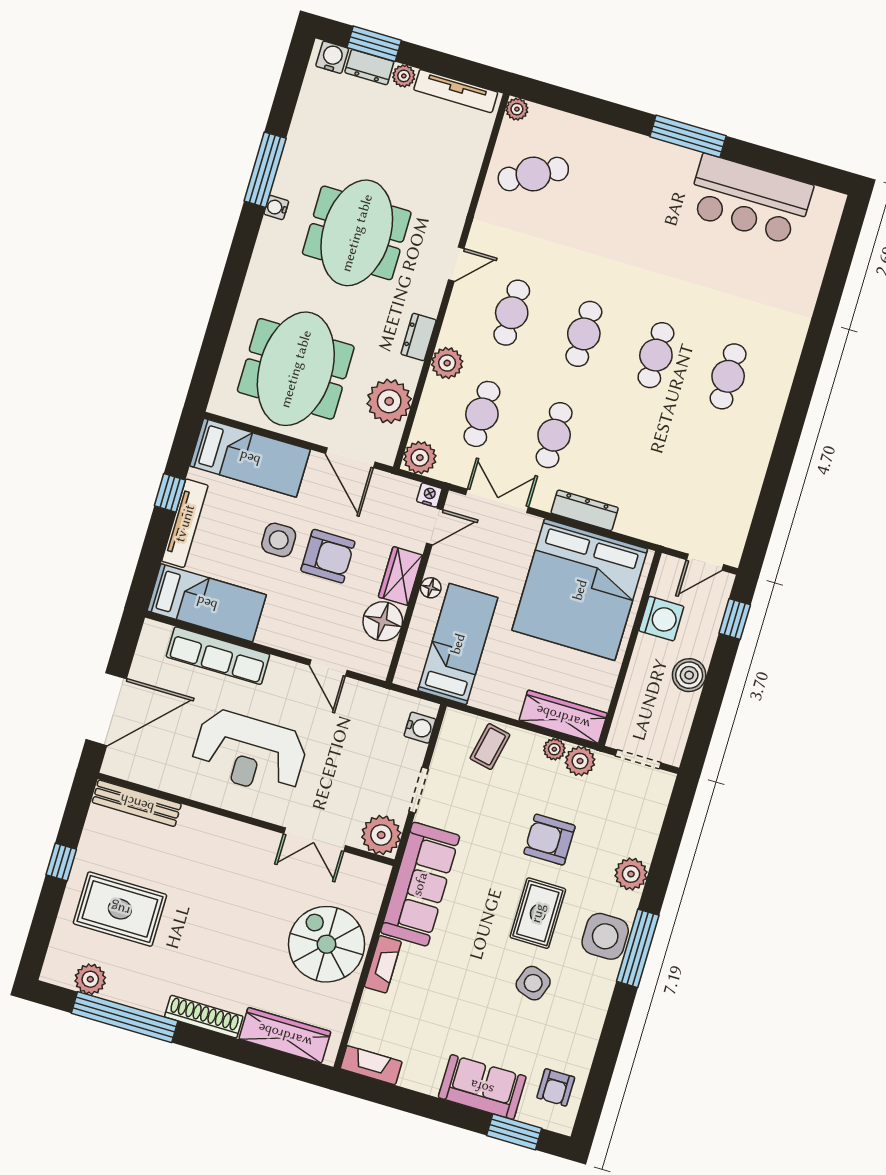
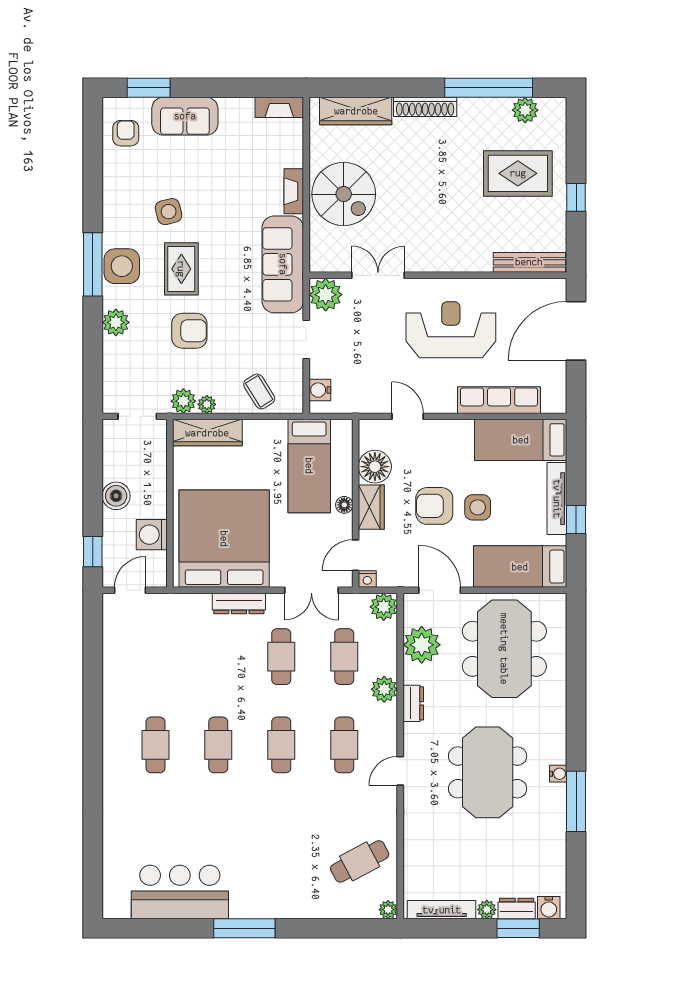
coffee table: (490, 747) -> (259, 391), turned -44
side table: (533, 983) -> (169, 212), turned -33

